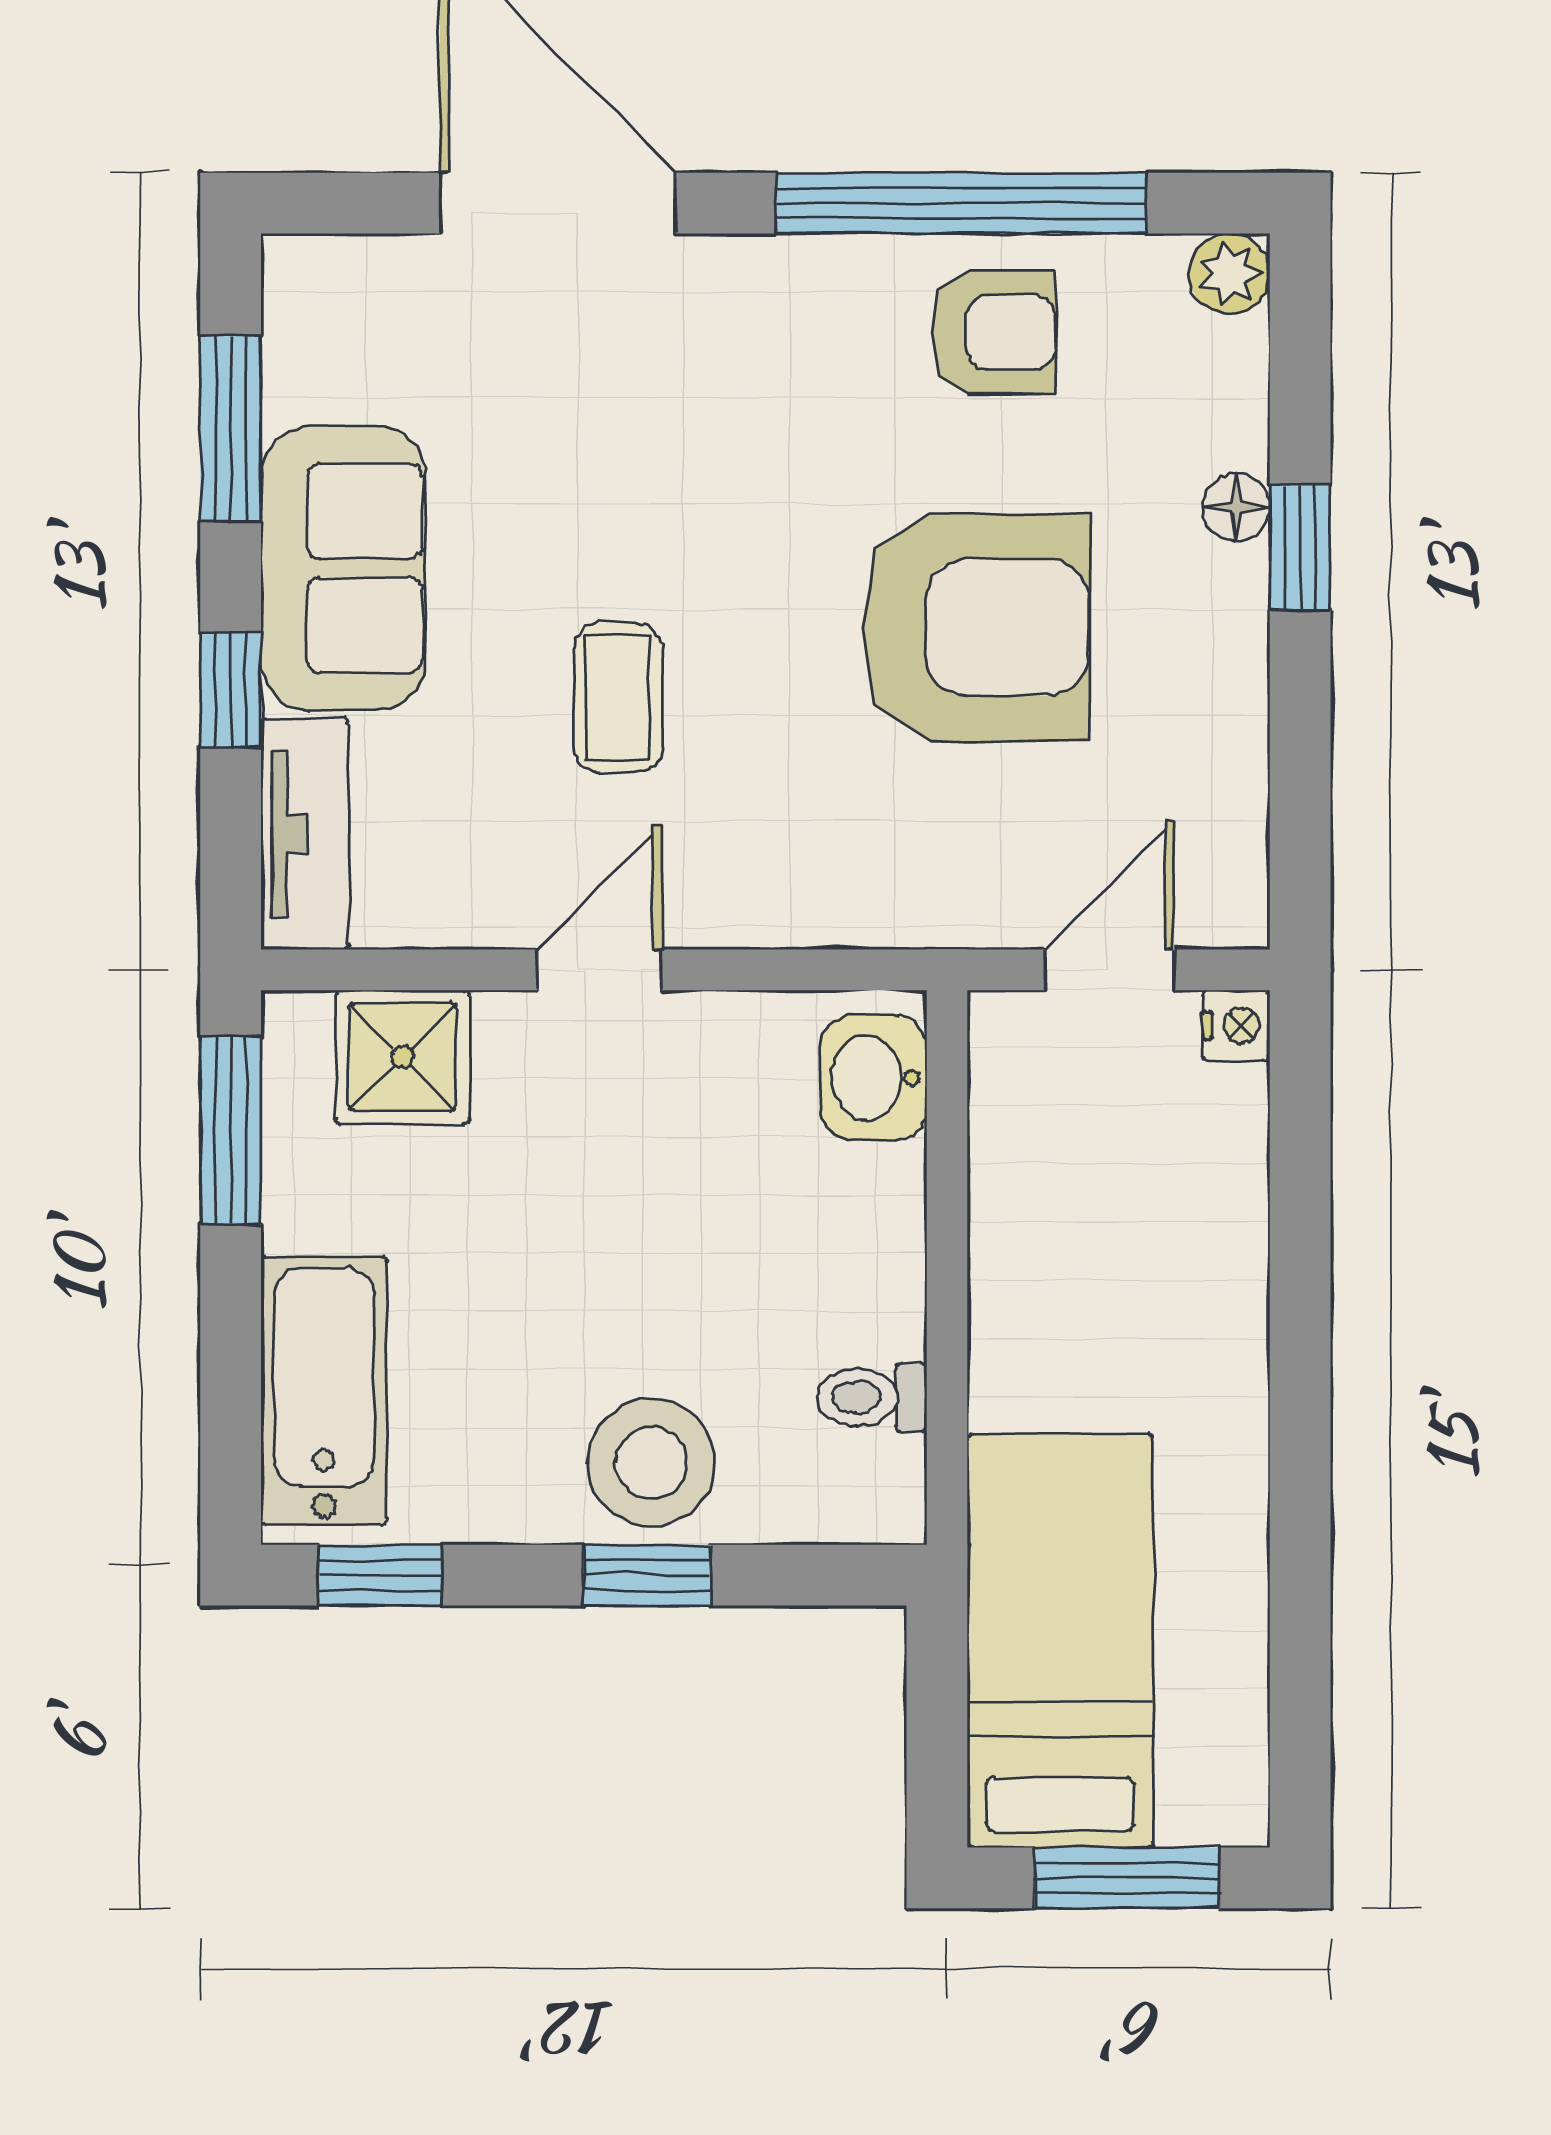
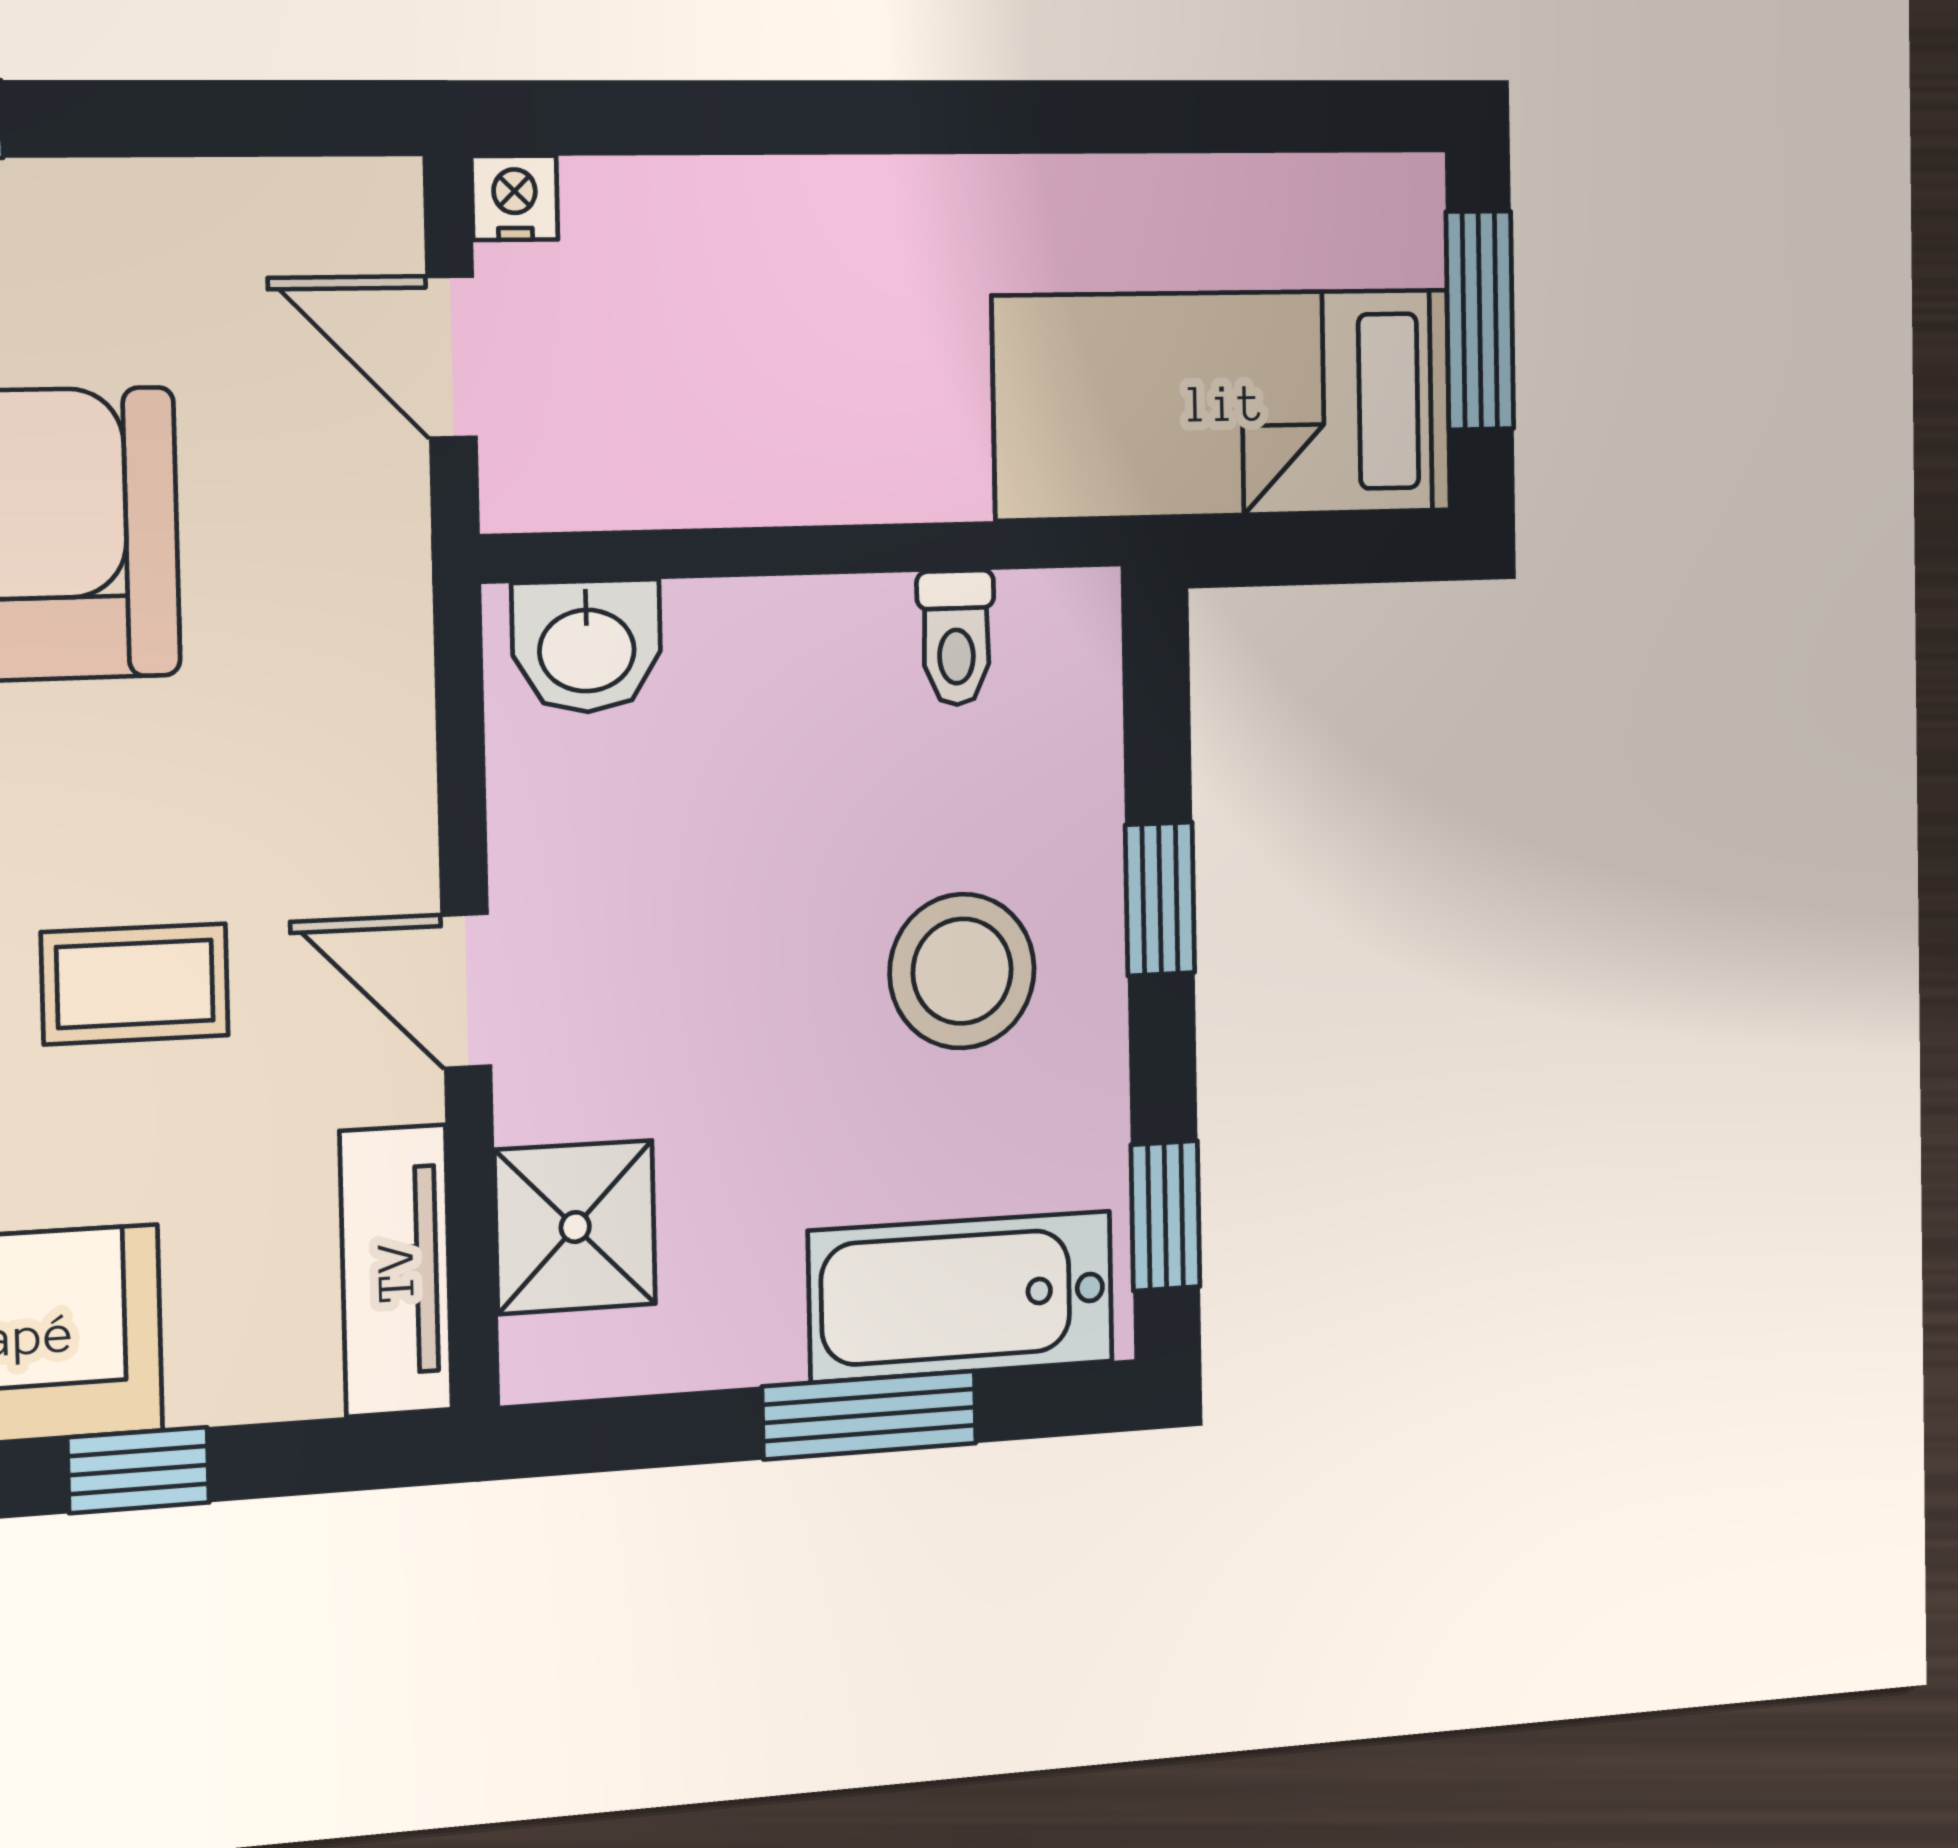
tv unit: (305, 834) -> (396, 1271), moved, turned -90
window: (231, 1130) -> (870, 1415), moved
stool: (651, 1463) -> (962, 971), moved

